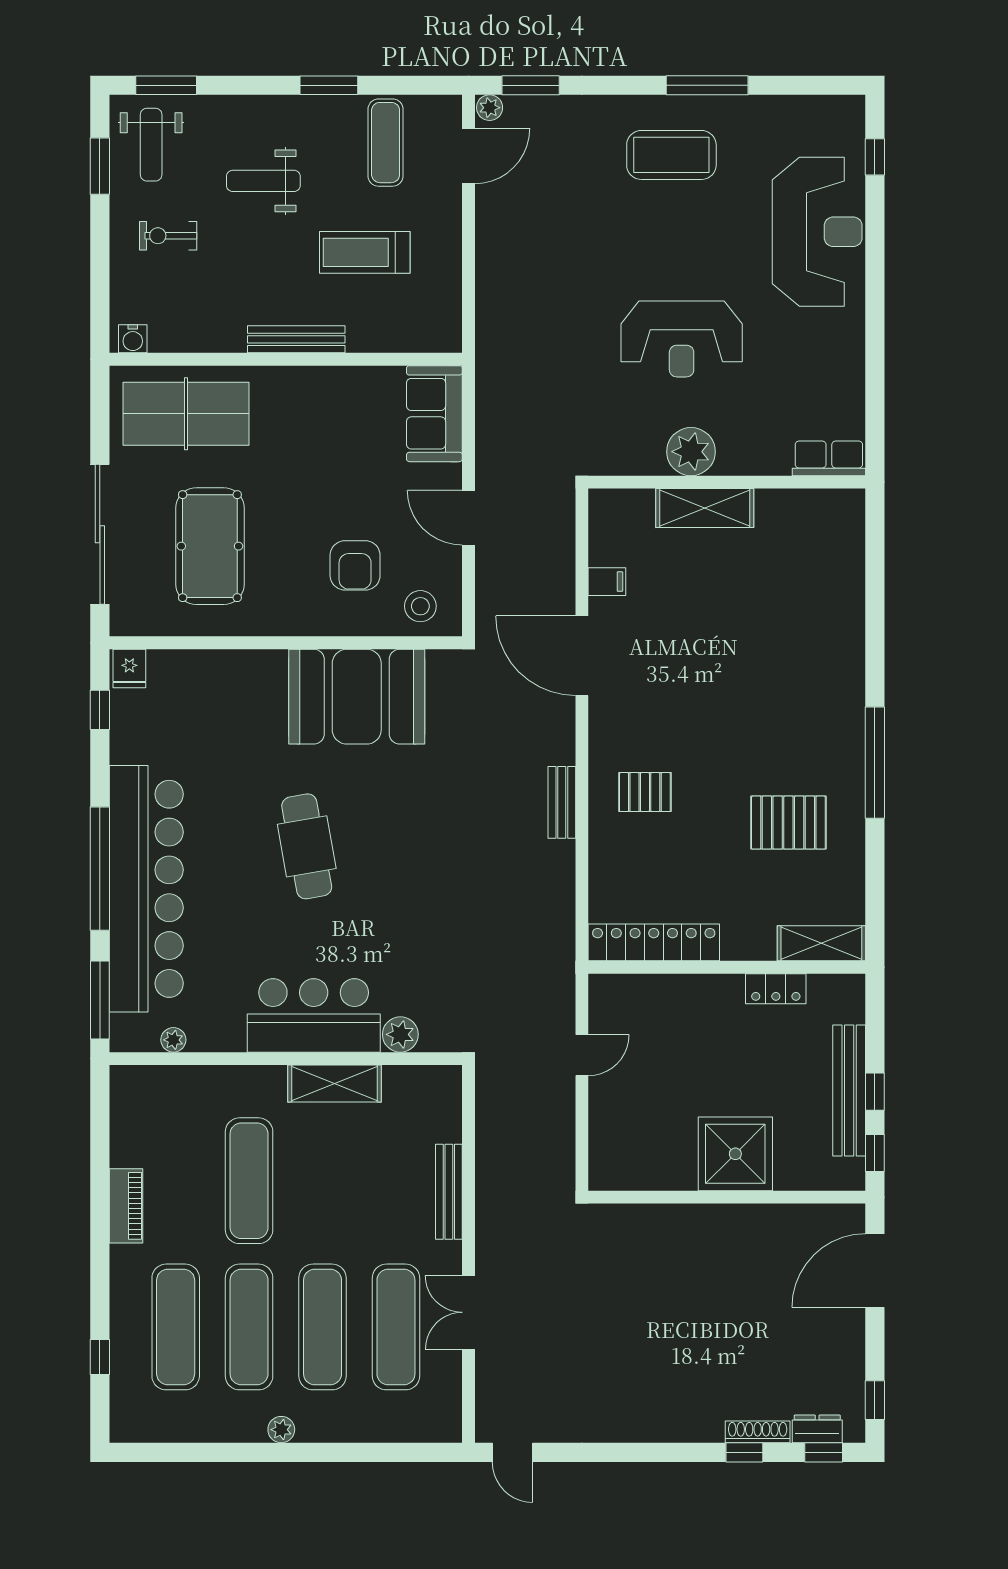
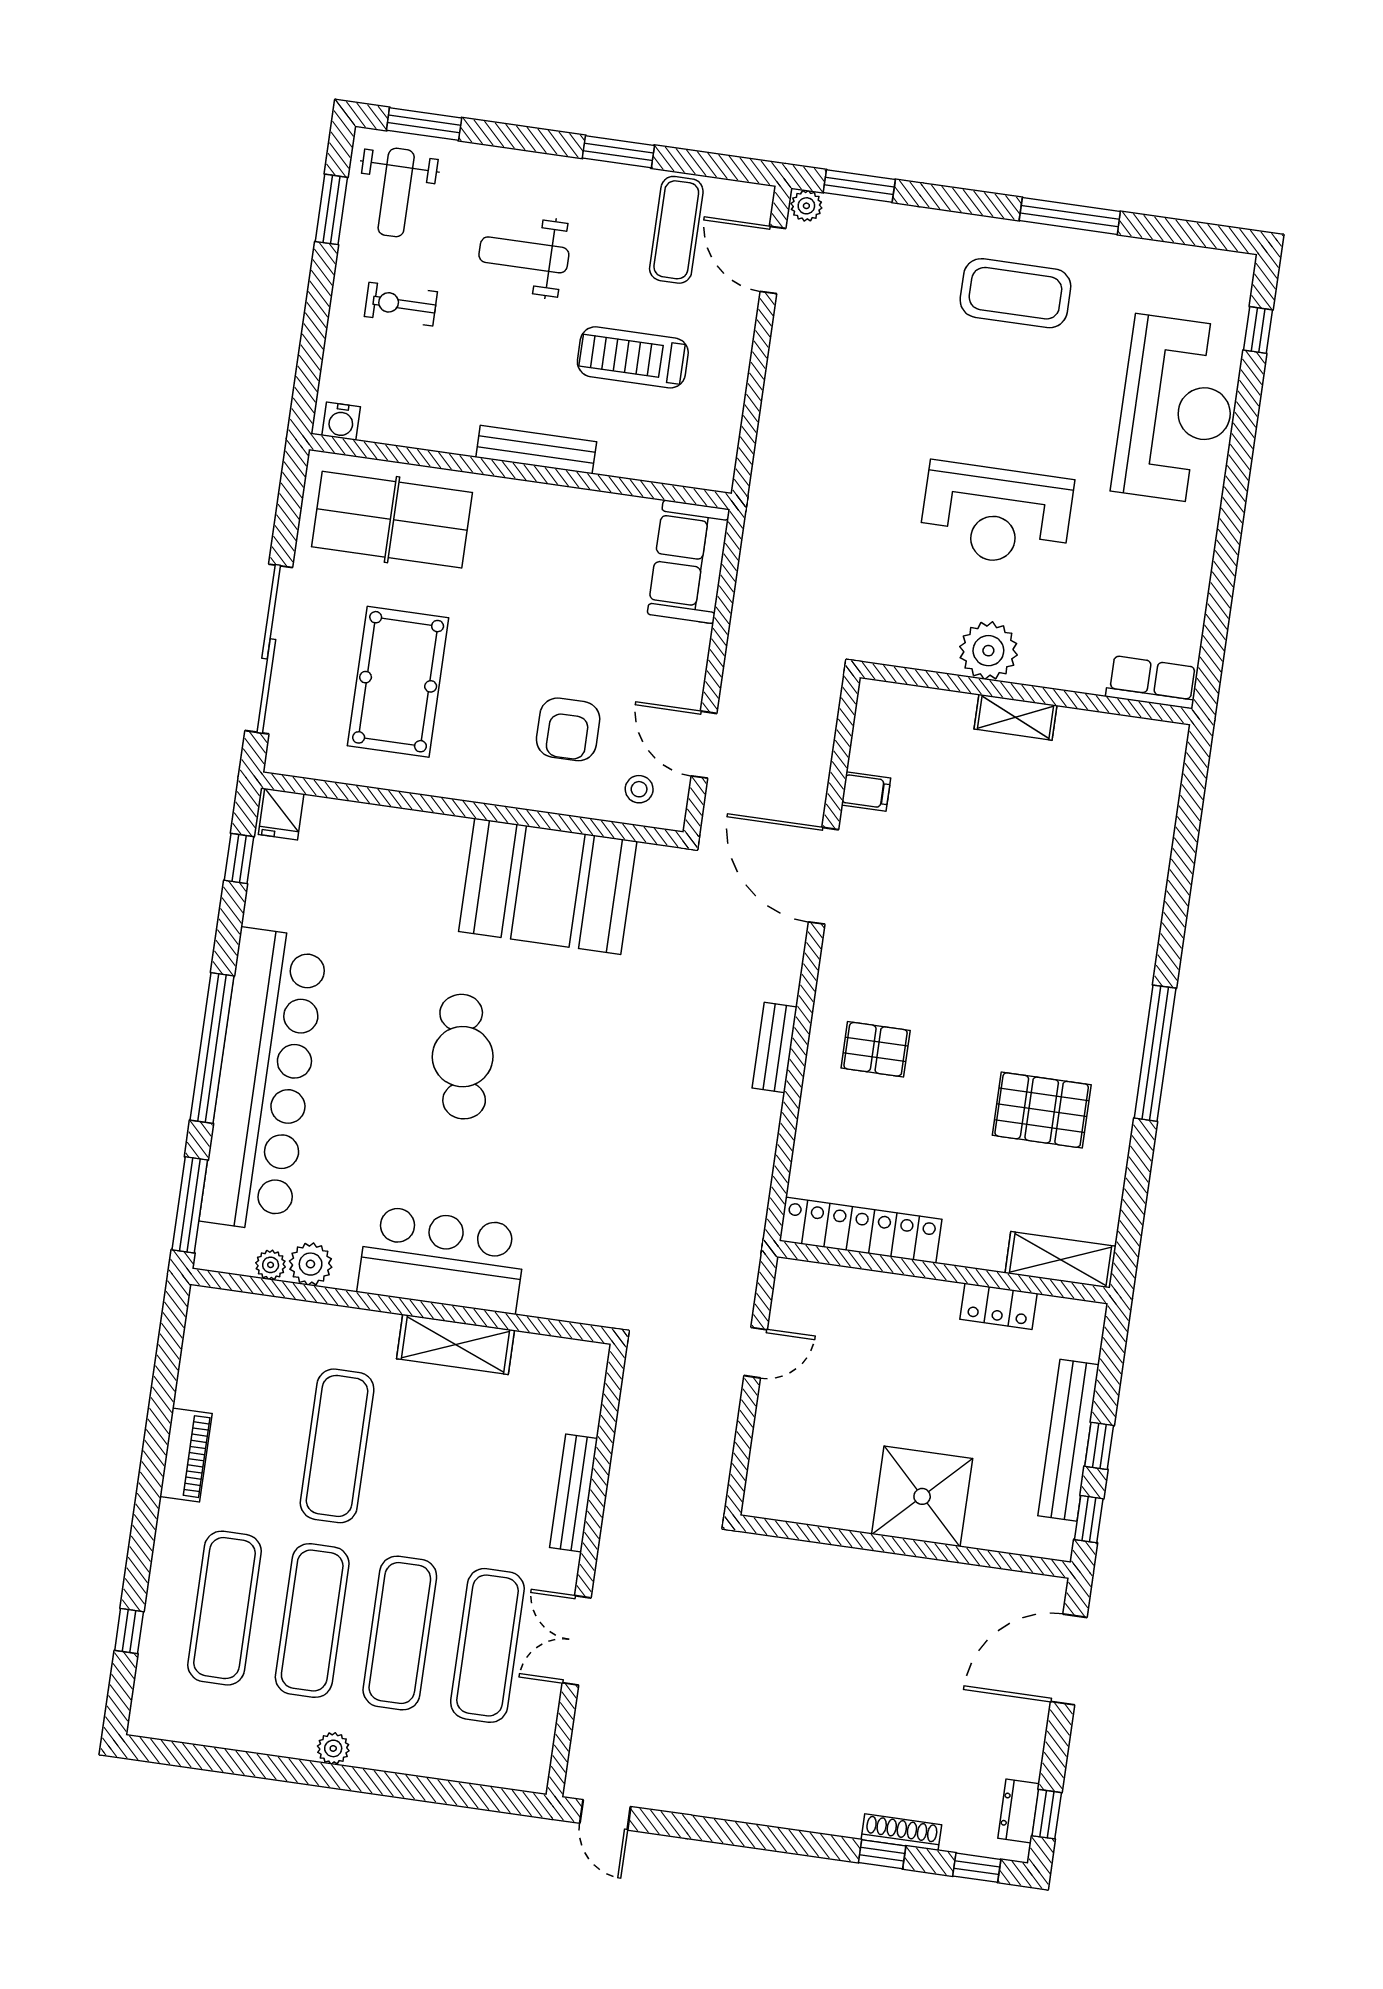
door: (468, 156) -> (773, 260), swing flipped
shelving: (705, 508) -> (1016, 717), width x0.67, depth x0.75
door: (468, 518) -> (704, 745), moved
stool: (420, 606) -> (639, 789), width x0.73, depth x0.73
plant: (400, 1034) -> (311, 1264), moved
dresser: (817, 1429) -> (1019, 1811), moved, turned -90

